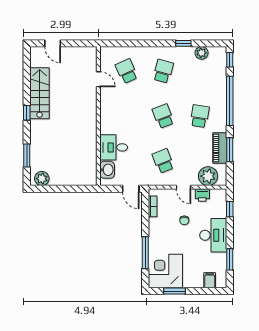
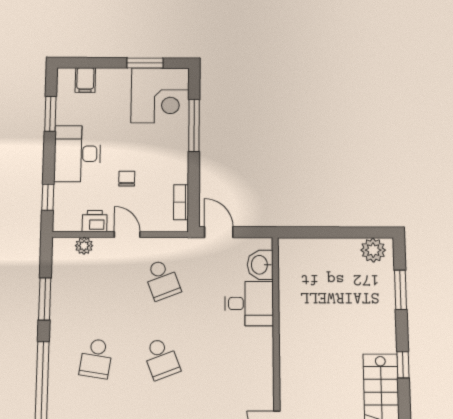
piano: (220, 148) -> (62, 302), removed
plant: (208, 176) -> (84, 246), width x0.53, depth x0.53

